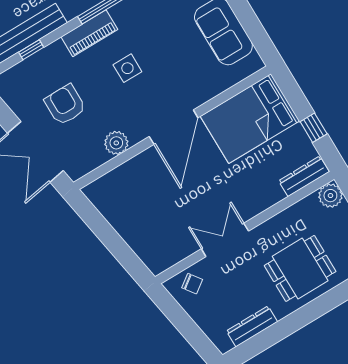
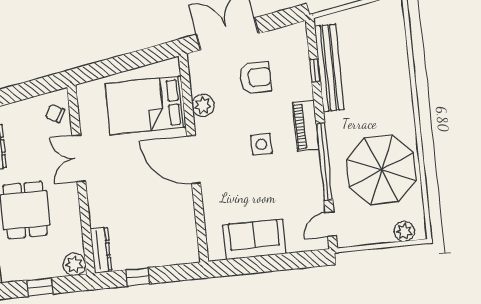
bed: (250, 119) -> (146, 105), moved, turned -90
double door: (225, 240) -> (79, 158), swing flipped
chair: (192, 284) -> (55, 113), turned 63

